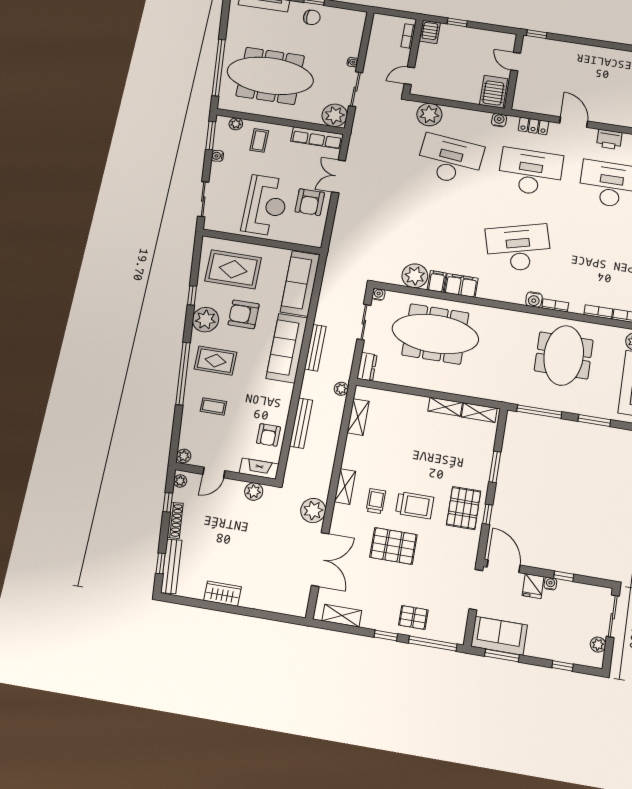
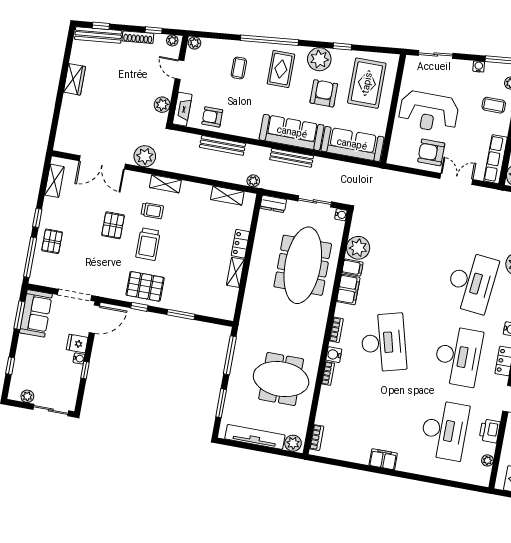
bookcase: (598, 312) -> (336, 330), moved
locker: (412, 402) -> (240, 244), added
shelving: (479, 413) -> (230, 302), removed
pallet: (393, 546) -> (113, 225), width x0.67, depth x0.71

